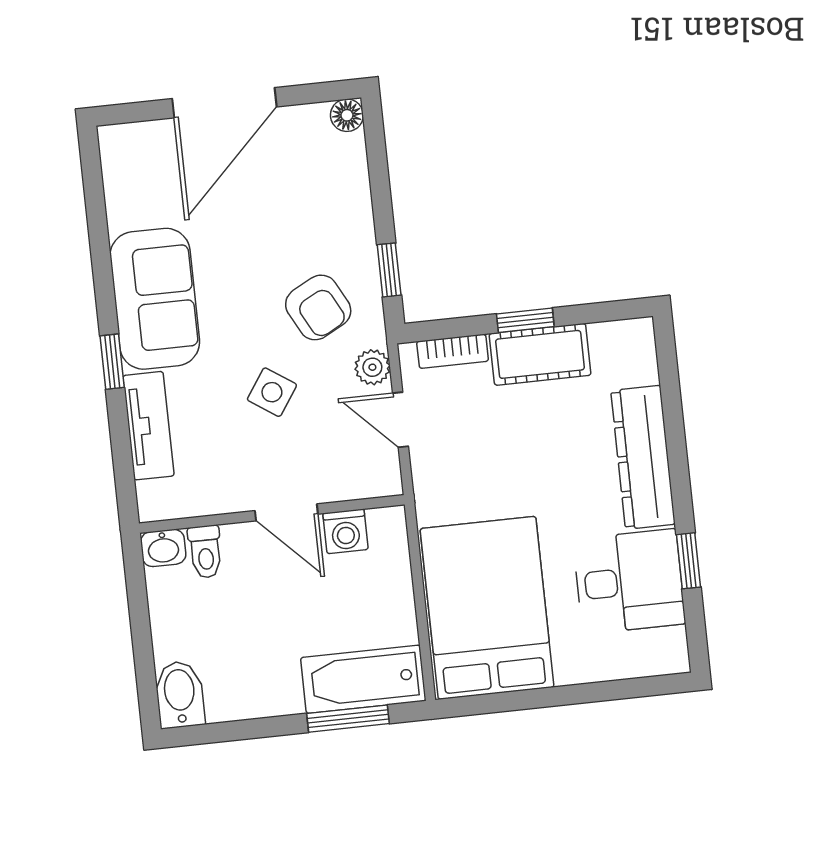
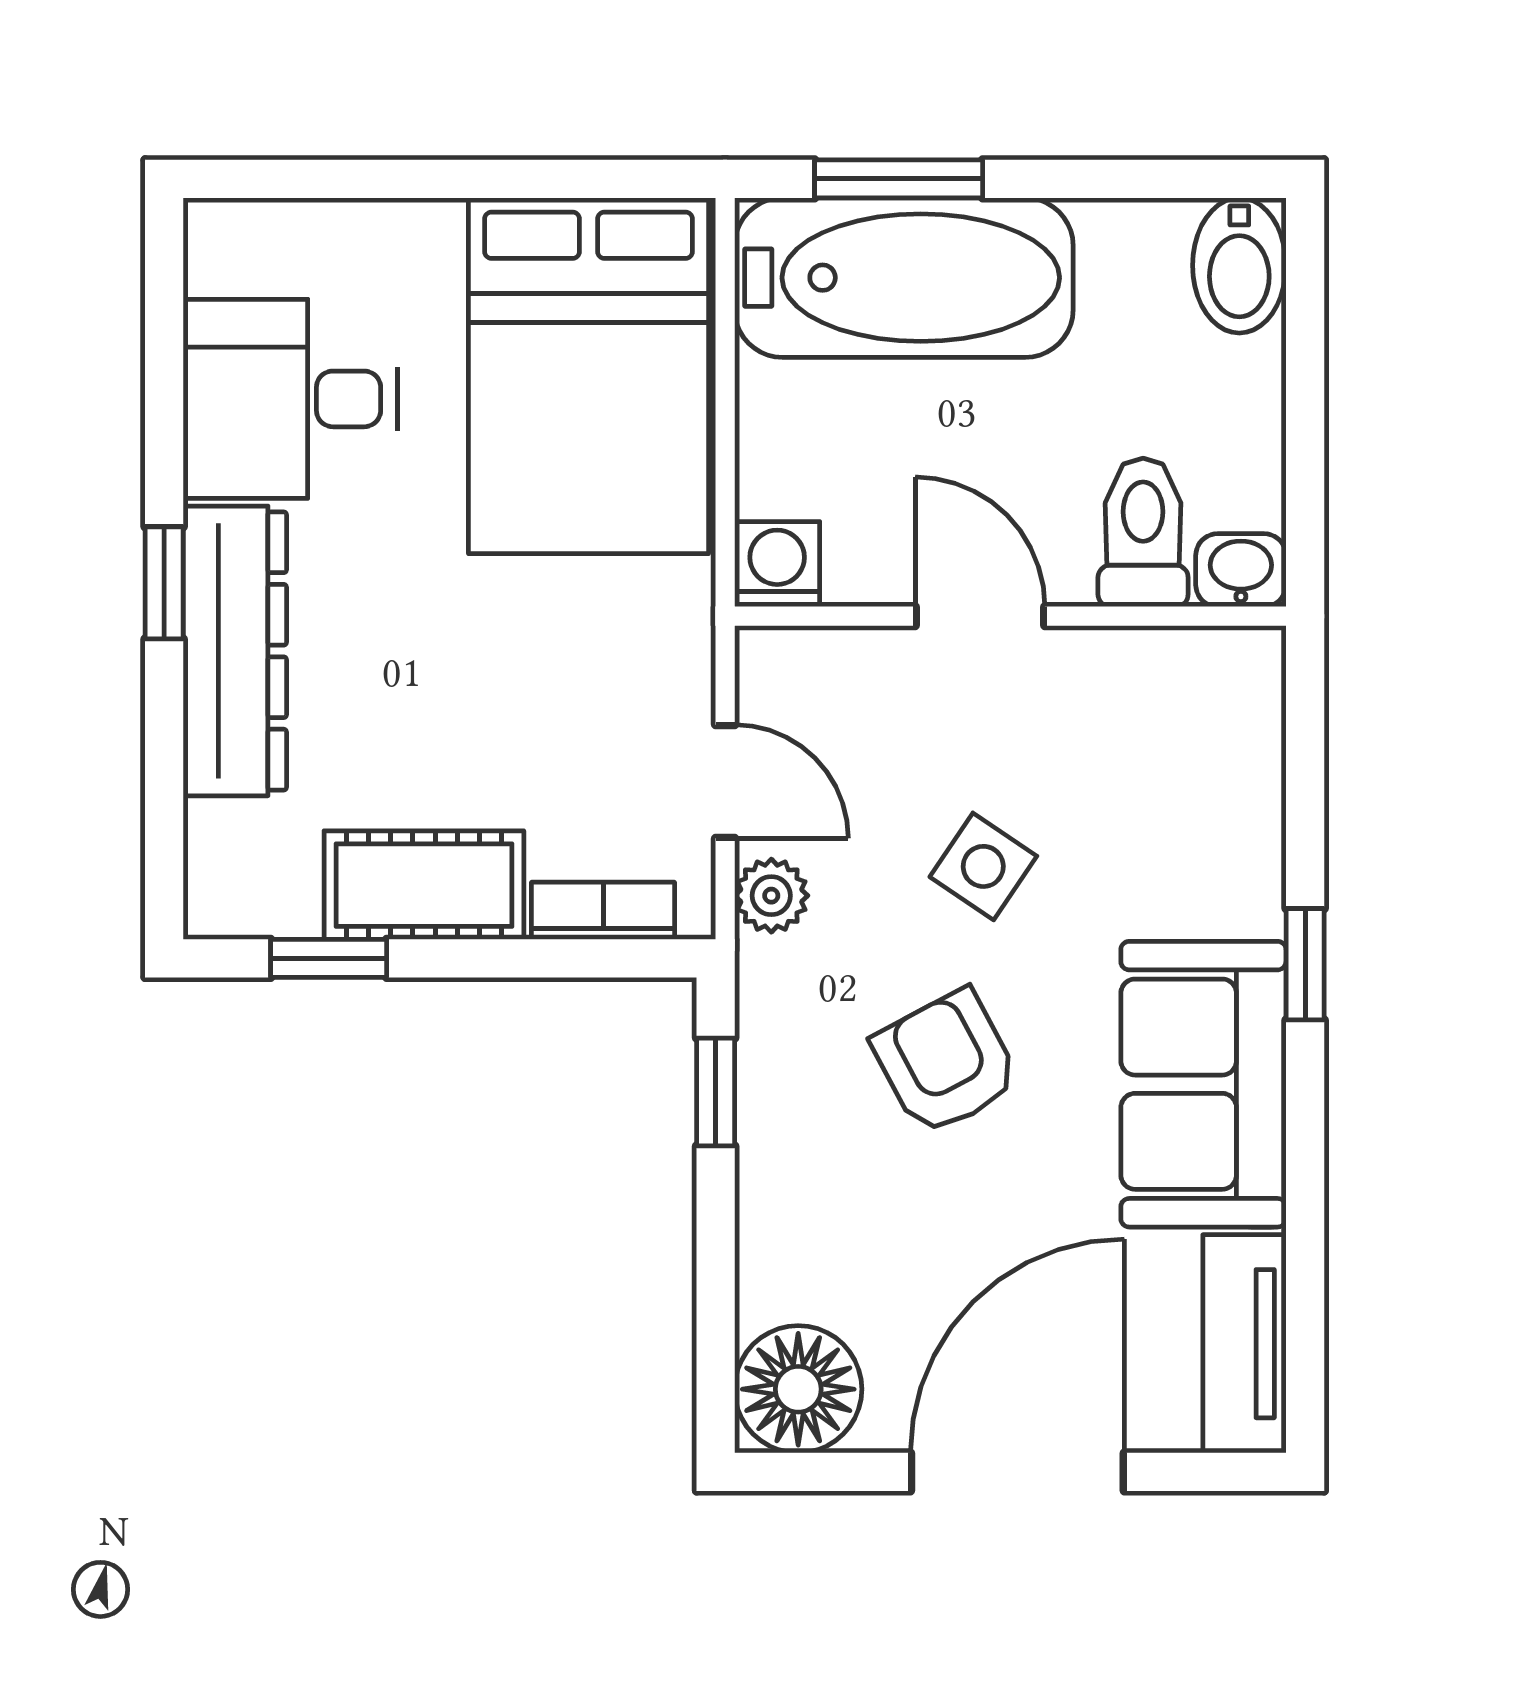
floor lamp: (347, 115) -> (798, 1389), width x1.89, depth x1.89
armchair: (318, 307) -> (946, 1063), moved
window: (525, 320) -> (329, 958), moved
tv unit: (148, 426) -> (1244, 1344), moved
washing machine: (345, 531) -> (777, 564), moved
toilet: (205, 552) -> (1143, 532), width x1.37, depth x1.39
window: (688, 561) -> (164, 583), moved
bathtub: (363, 679) -> (904, 278), width x1.36, depth x1.36

